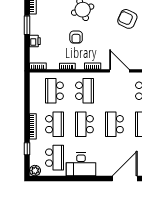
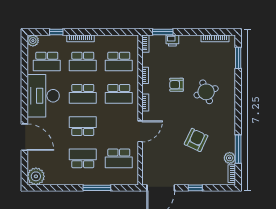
window: (27, 25) -> (163, 32), moved
school desk: (54, 91) -> (119, 62), turned 180
school desk: (84, 124) -> (83, 94), turned 180
desk: (81, 164) -> (43, 96), width x1.36, depth x1.30

